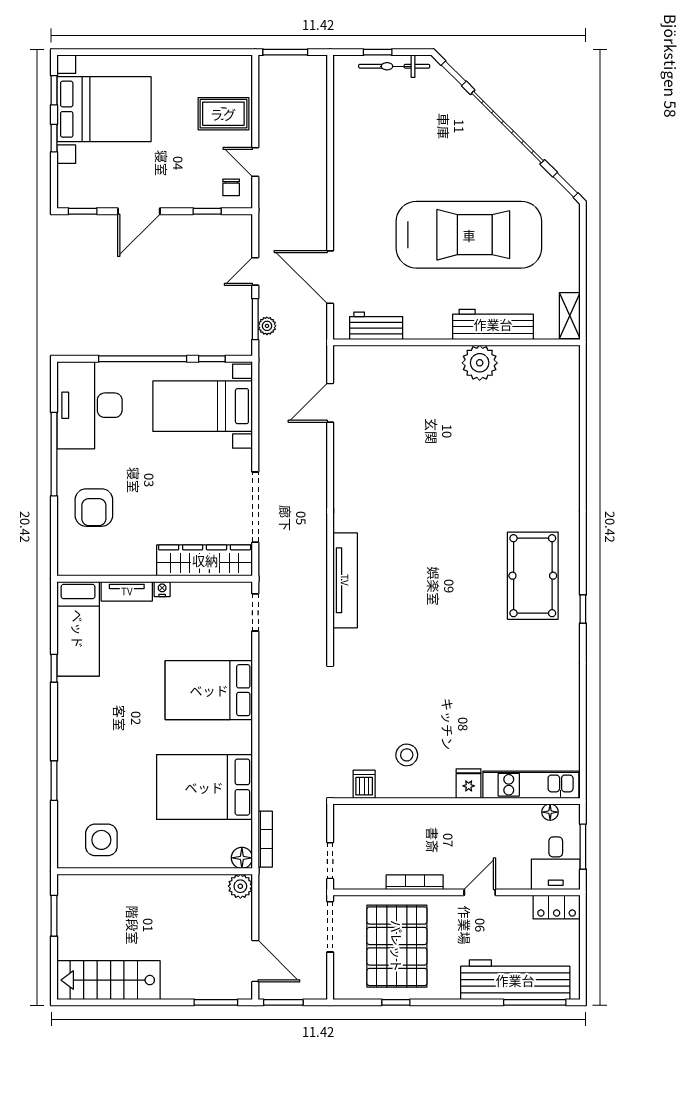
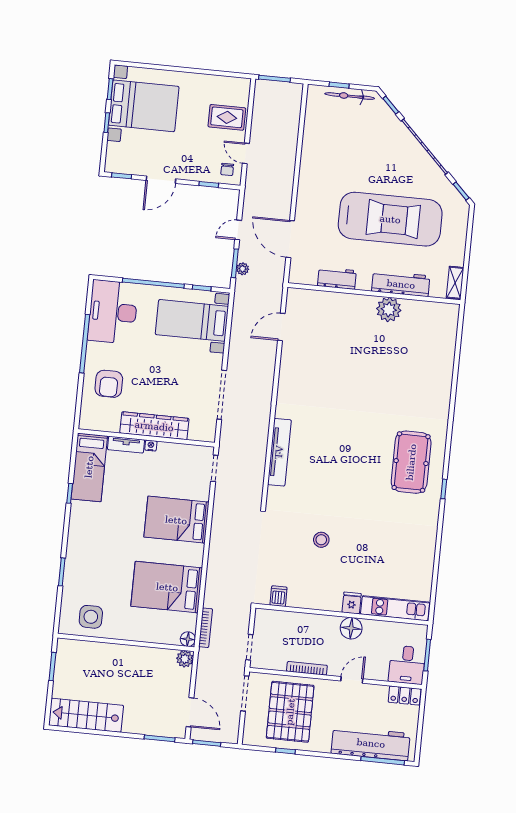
workbench: (376, 326) -> (337, 278), moved
wardrobe: (205, 560) -> (154, 426), moved
stool: (407, 755) -> (321, 540), moved
floor lamp: (550, 812) -> (351, 628), moved, width x1.89, depth x1.89

